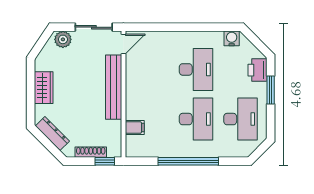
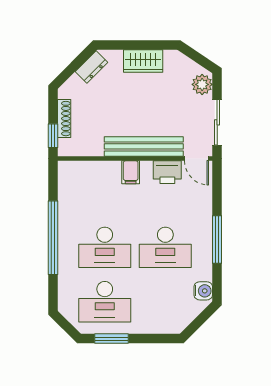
window: (190, 27) -> (217, 240), added
printer: (258, 70) -> (167, 172), moved, turned 180
window: (271, 90) -> (112, 339), moved
filing cabinet: (135, 128) -> (131, 172), moved
dresser: (52, 134) -> (92, 67), width x0.70

